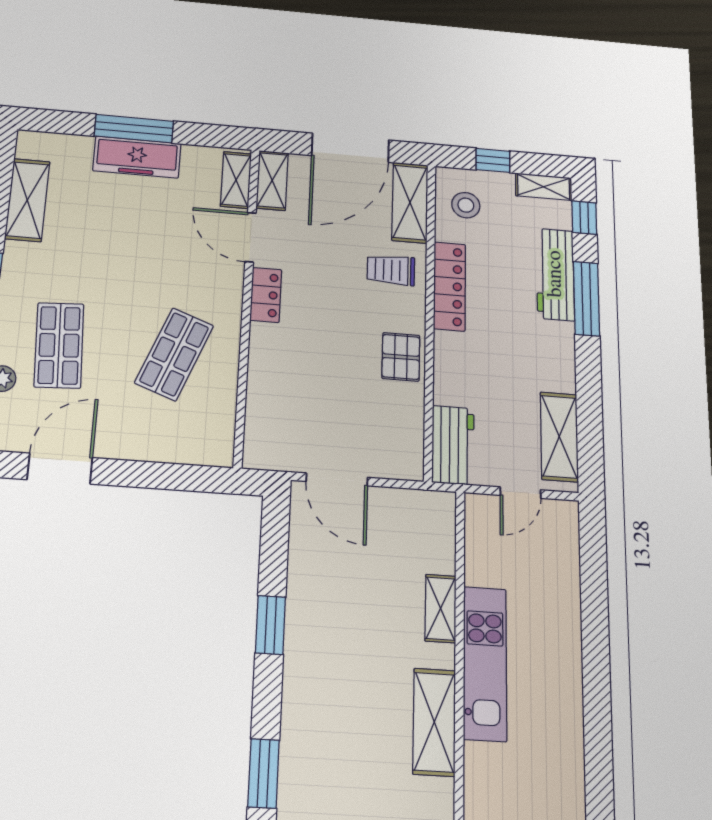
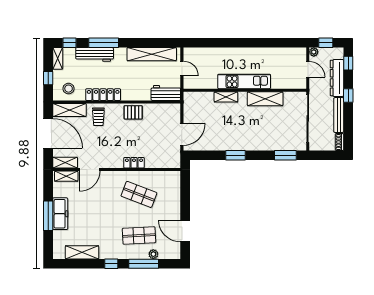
locker: (266, 295) -> (134, 163), moved
shelving: (559, 437) -> (152, 54), width x1.47

